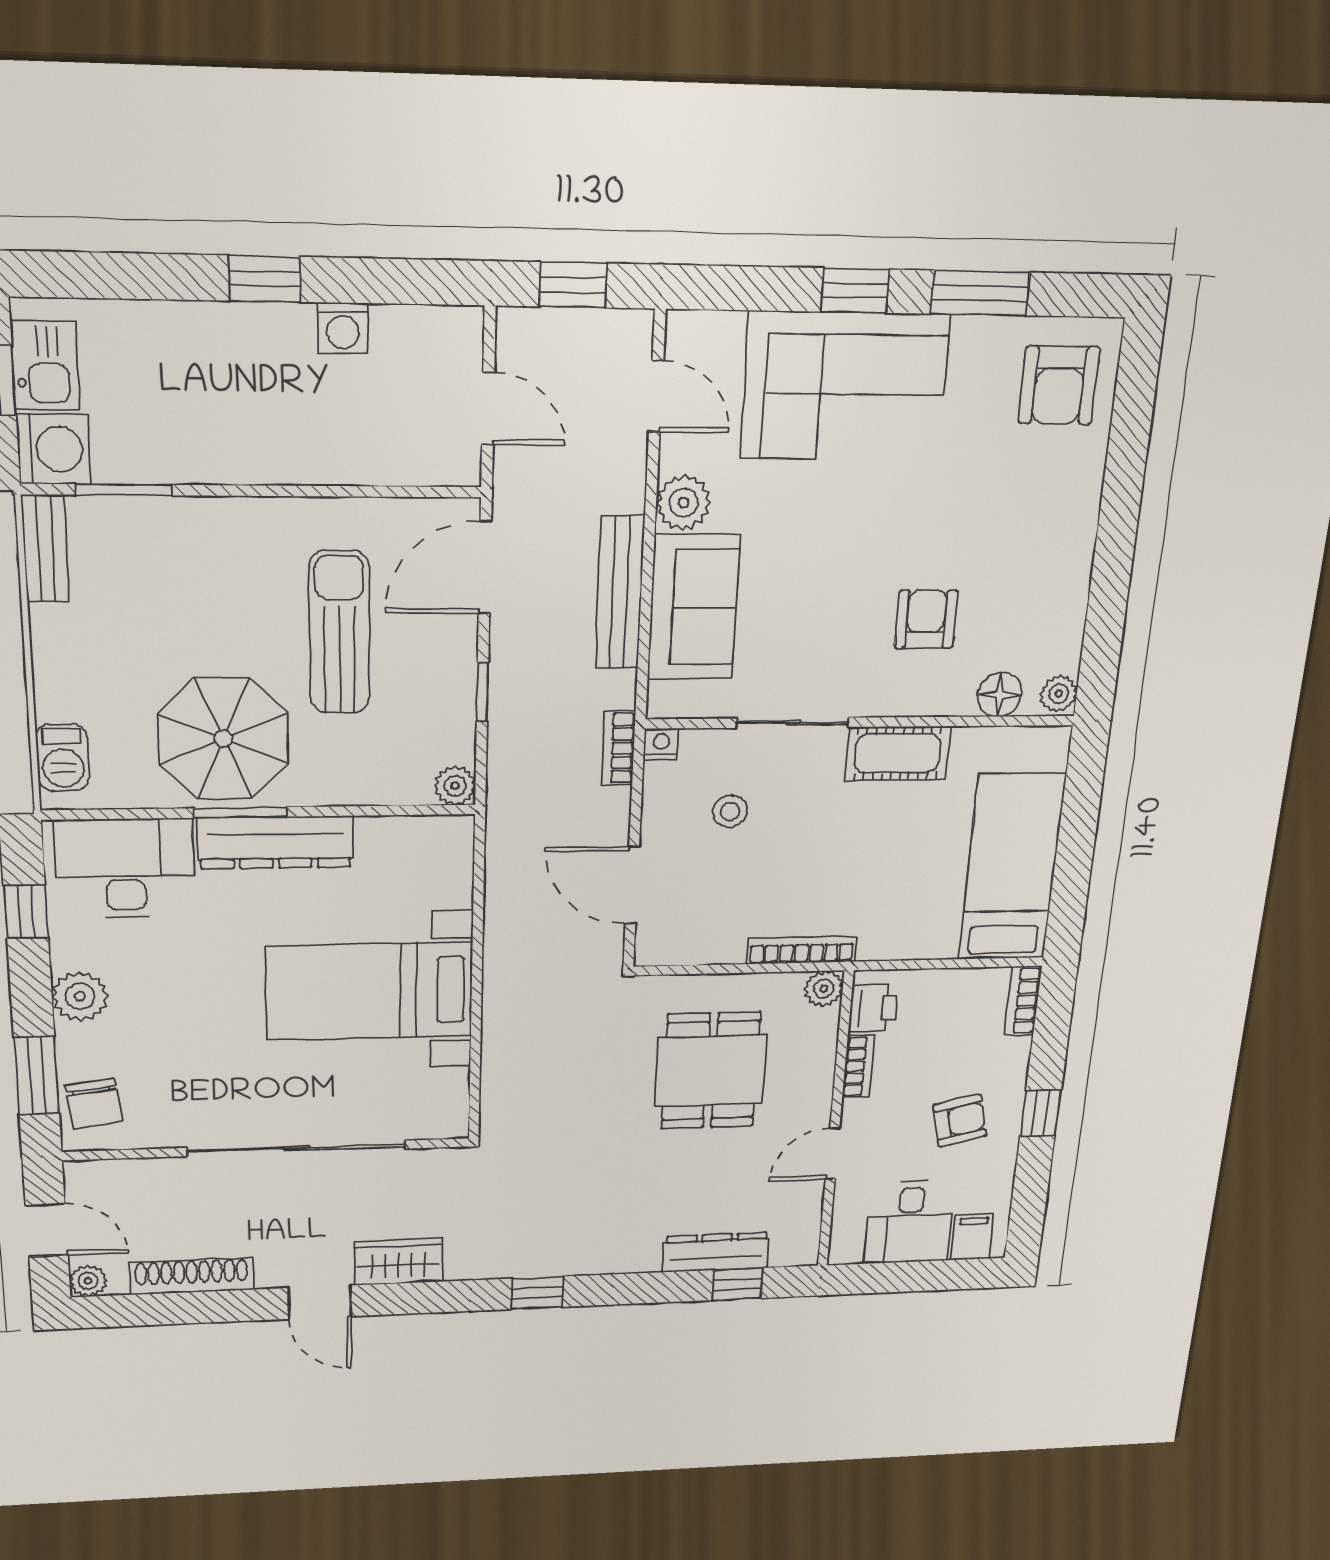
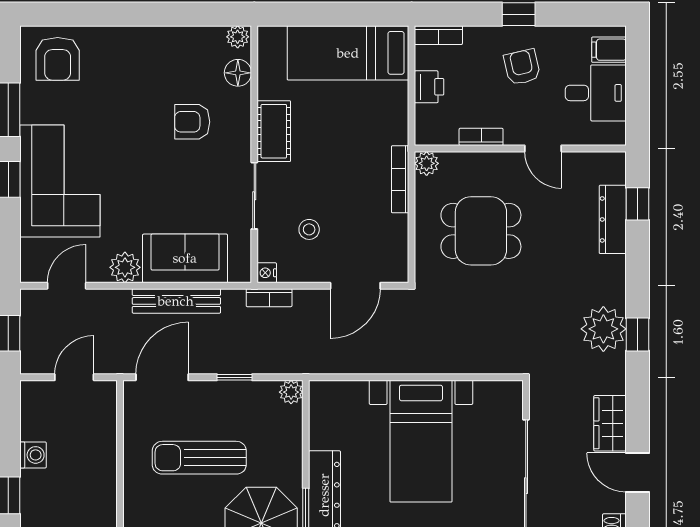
armchair: (1059, 385) -> (58, 59), turned 90
door: (485, 567) -> (162, 377), swing flipped
printer: (873, 1008) -> (429, 87), moved, turned 90
plant: (547, 1247) -> (603, 329), added
door: (320, 1302) -> (638, 472), swing flipped

